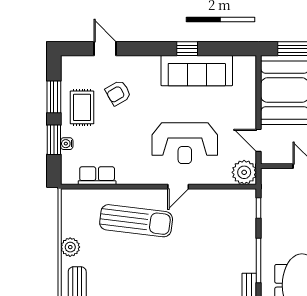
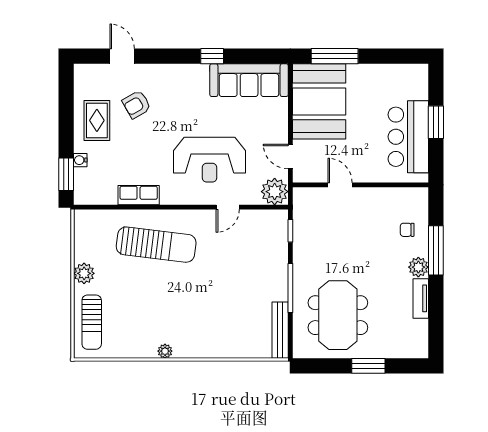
sofa: (197, 71) -> (249, 80), moved
window: (54, 97) -> (66, 109), removed
window: (54, 140) -> (66, 174), moved
row of seats: (97, 176) -> (139, 195), moved
door: (178, 187) -> (228, 207), moved

